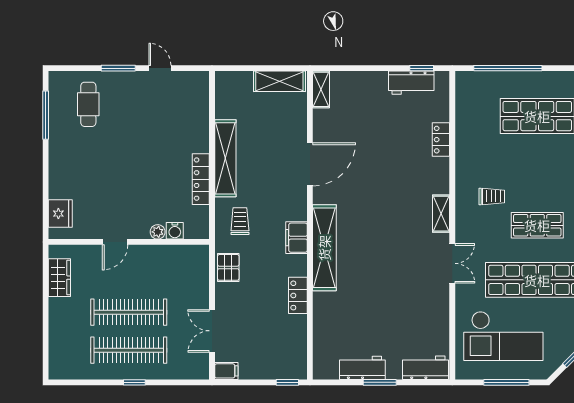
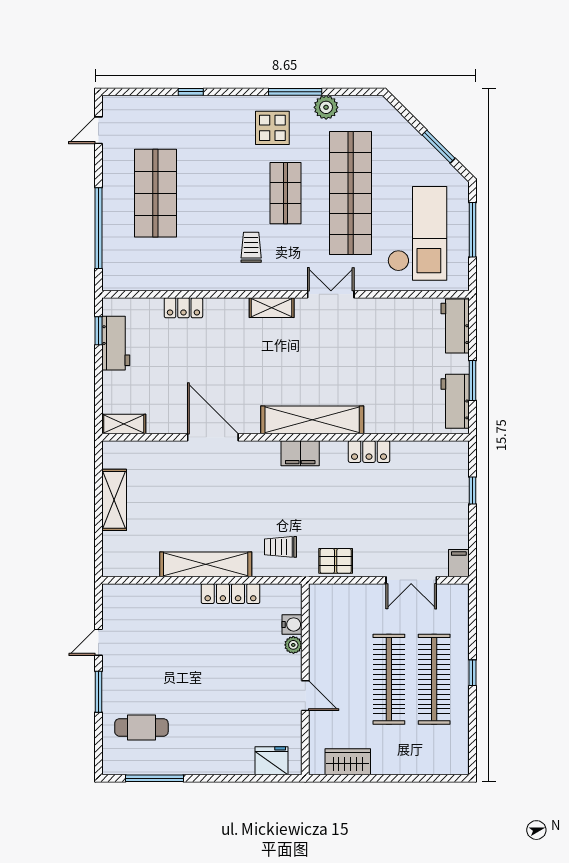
shelving: (321, 89) -> (124, 424), moved
door: (310, 164) -> (213, 437), moved
wall: (310, 225) -> (285, 437), moved
filing cabinet: (297, 238) -> (300, 453), moved
shelving: (324, 248) -> (312, 420), moved
locker: (298, 295) -> (369, 452), moved

